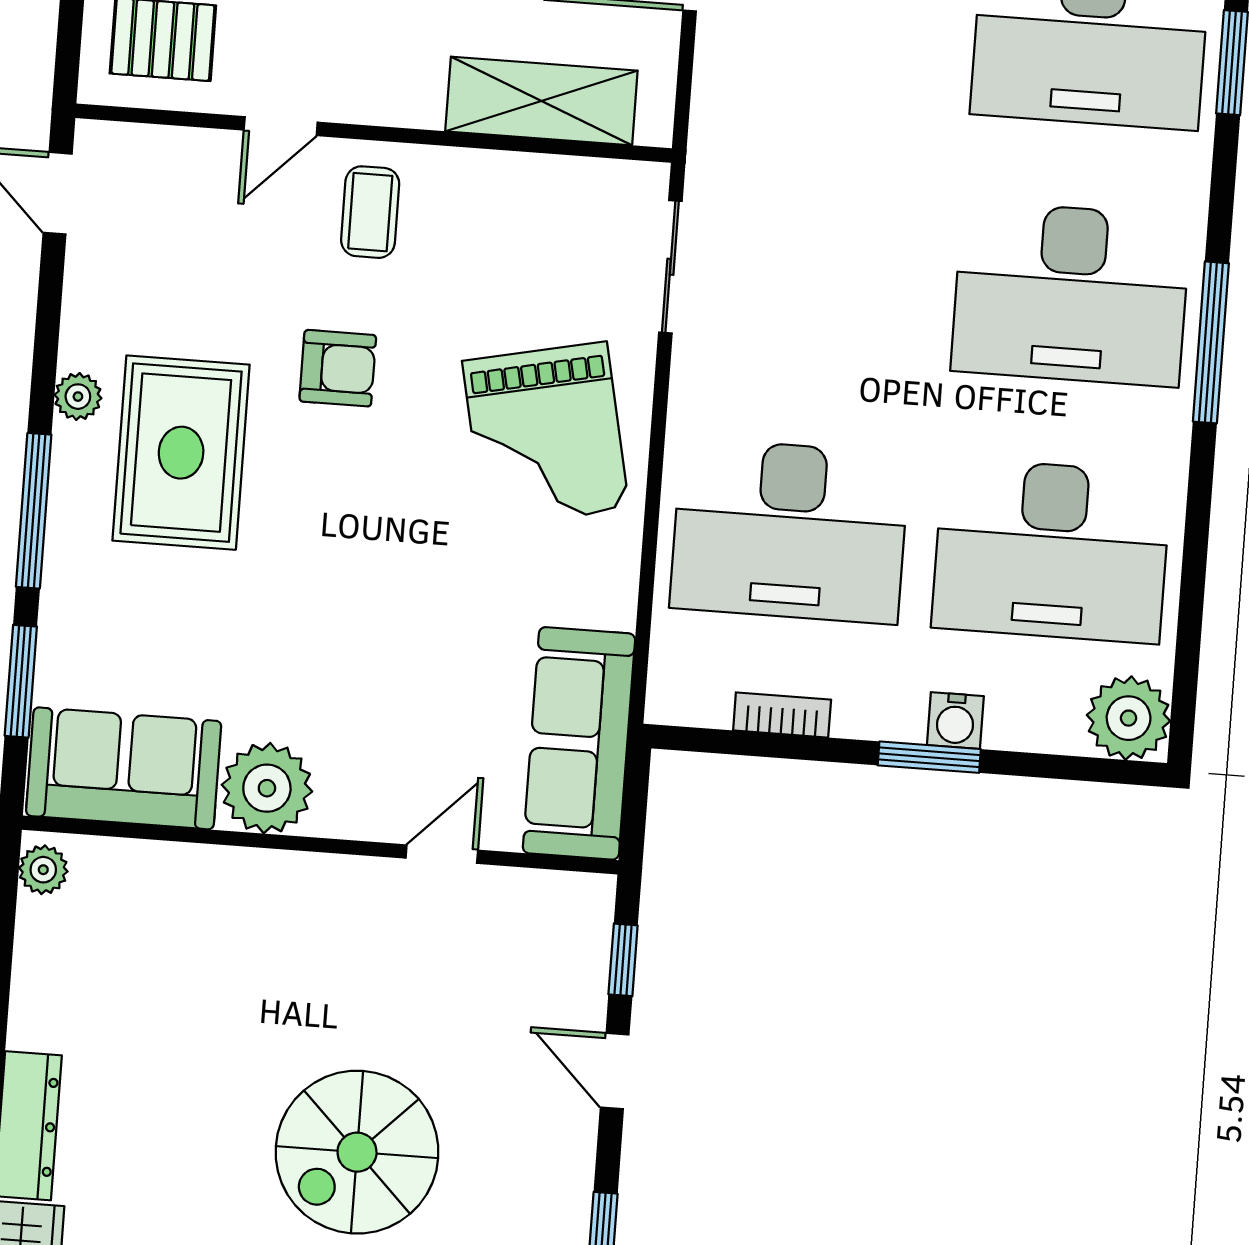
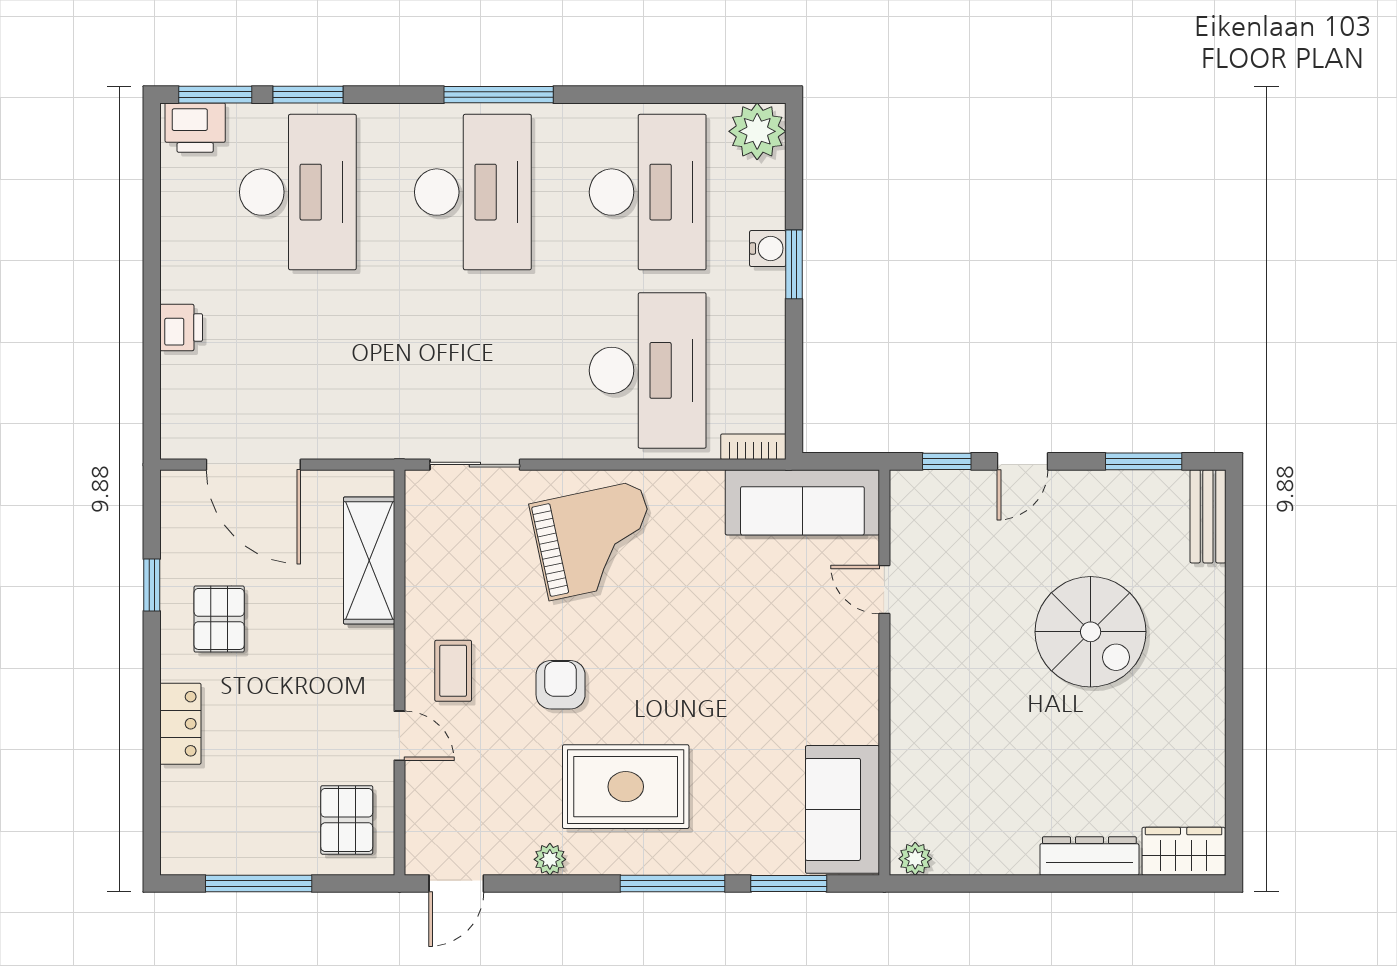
coffee table: (370, 212) -> (453, 671), turned 90
plant: (78, 397) -> (550, 859), moved
bookcase: (782, 715) -> (753, 447), moved, turned 90
plant: (267, 788) -> (849, 711), removed

